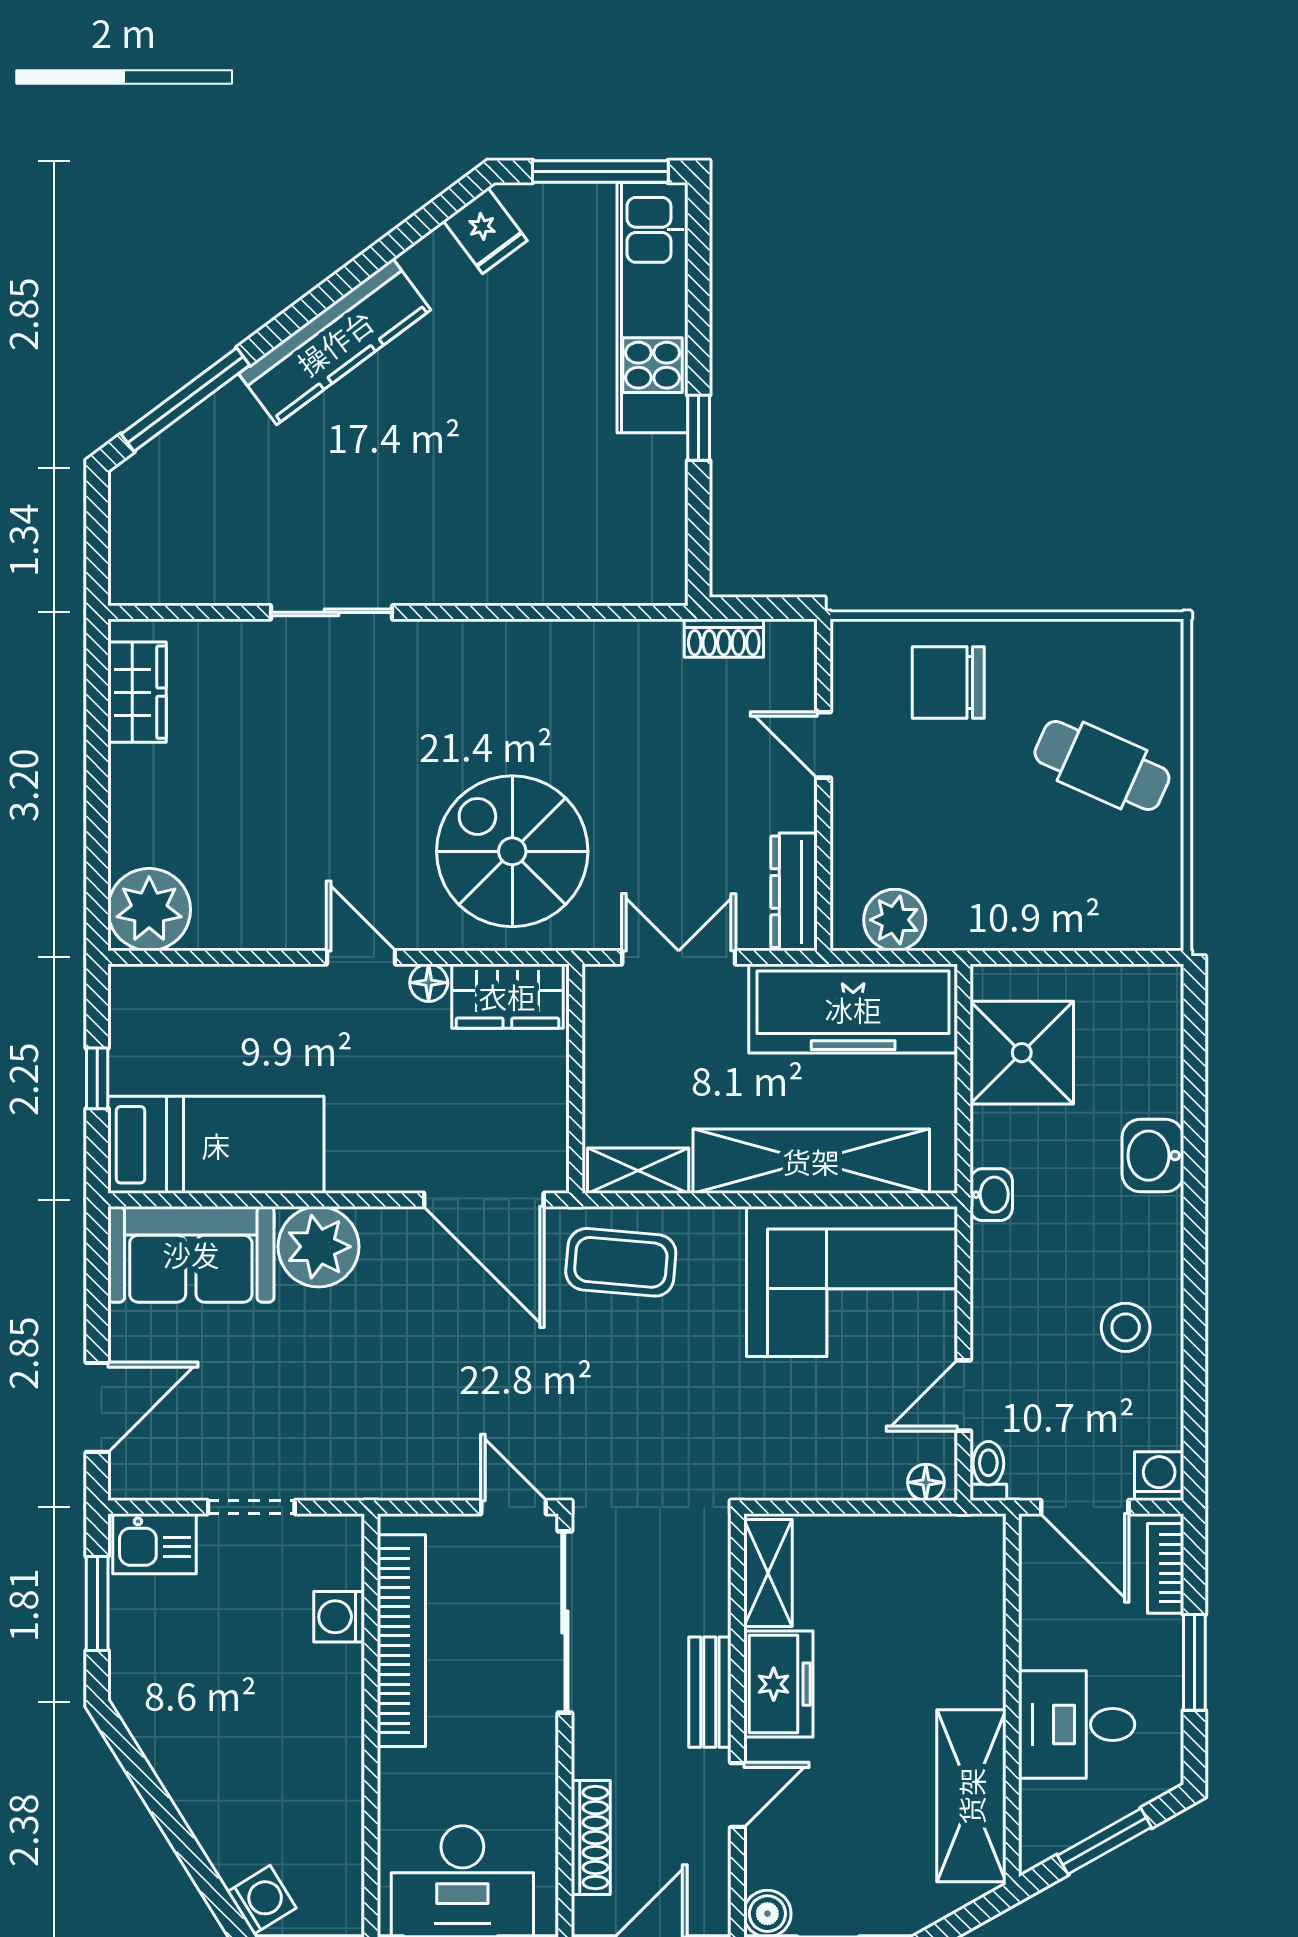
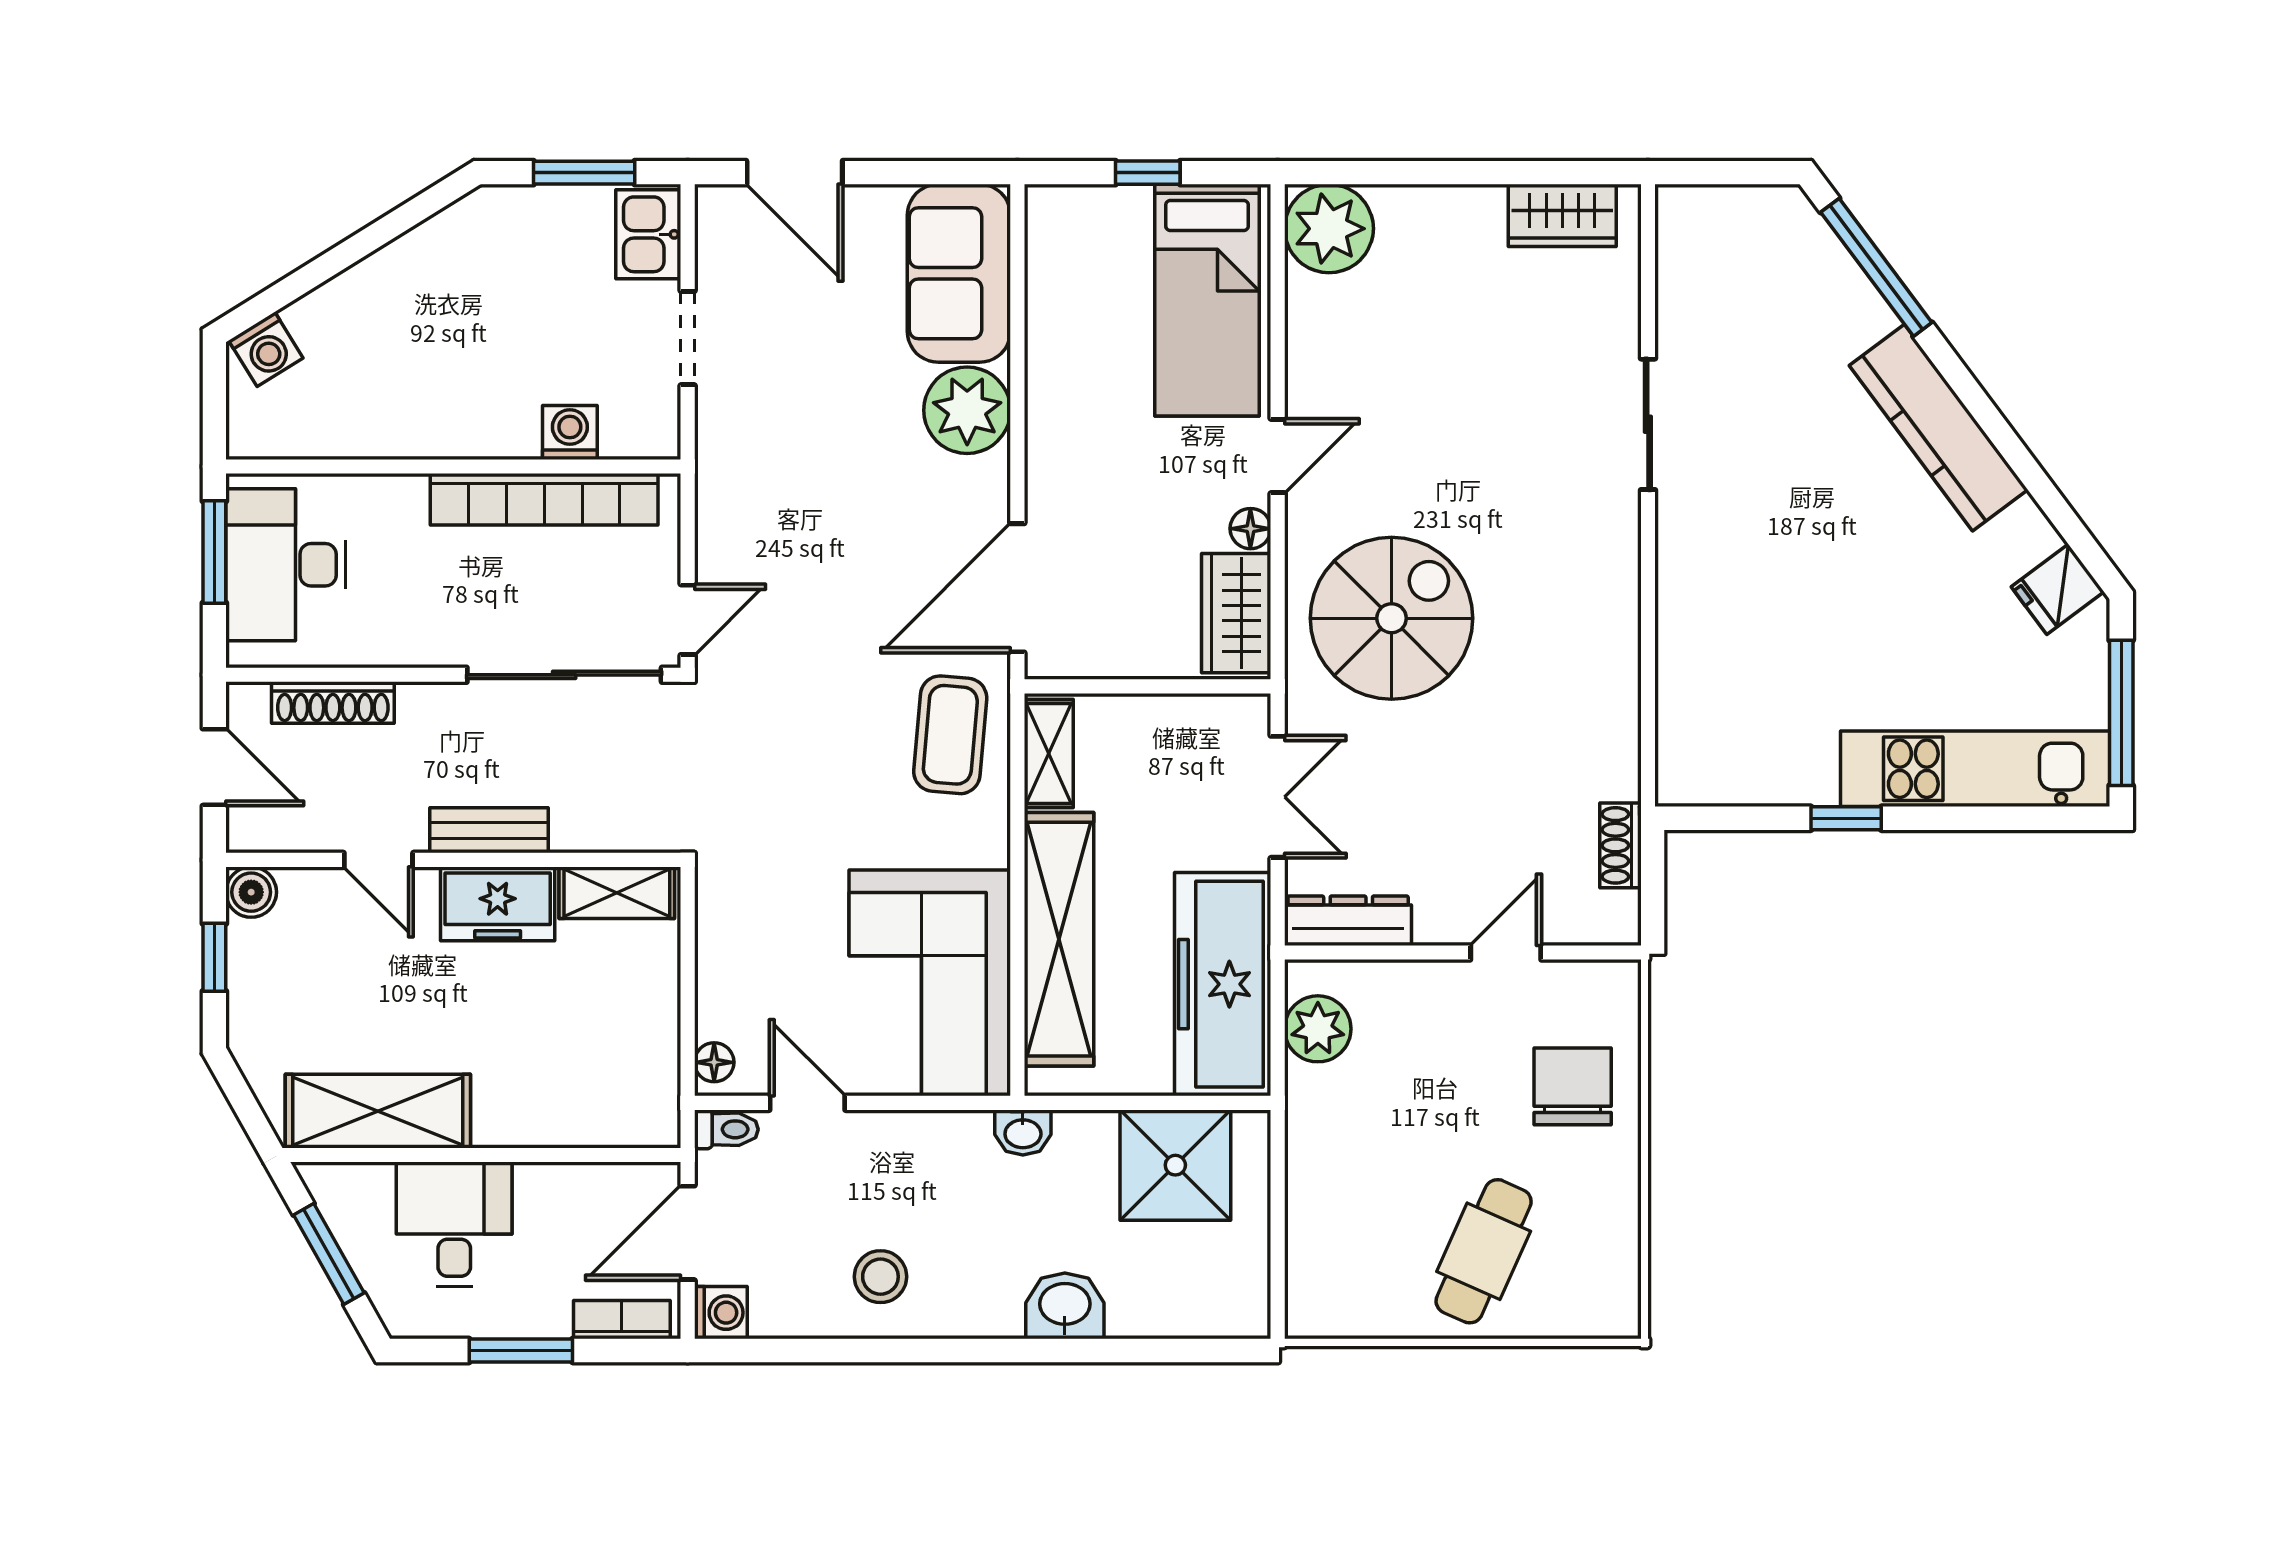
bed: (216, 1145) -> (1207, 300), moved

